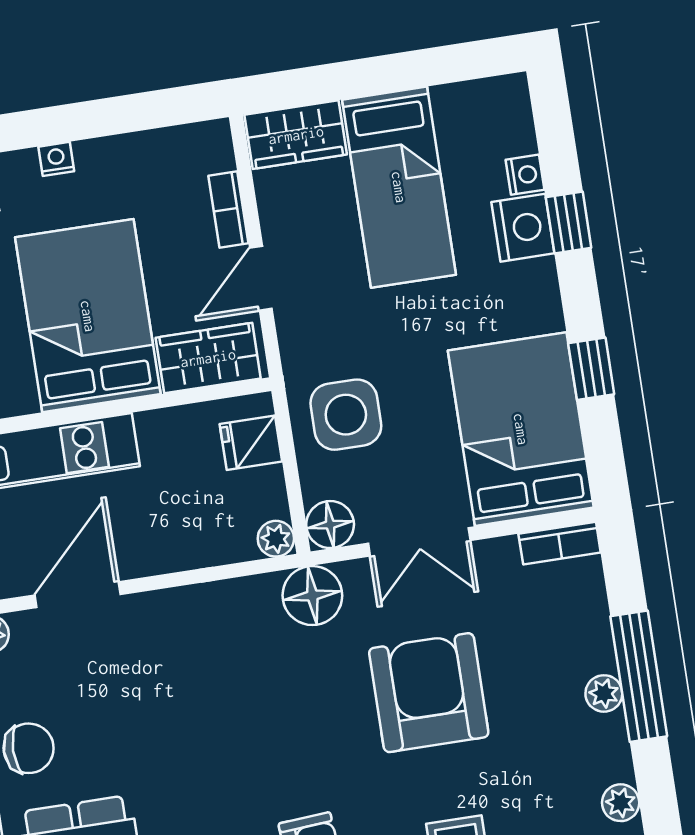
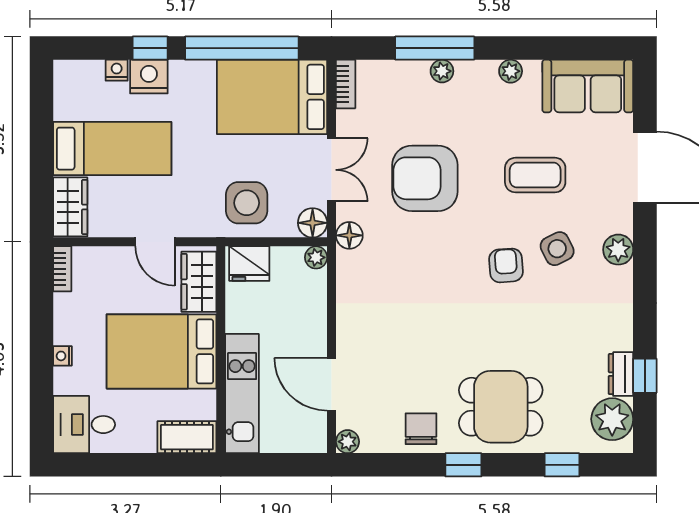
bookcase: (228, 209) -> (62, 269), moved, turned -90
window: (591, 369) -> (242, 48), width x3.17
fridge: (251, 443) -> (249, 264), width x1.38
floor lamp: (312, 596) -> (349, 235), width x0.73, depth x0.73

